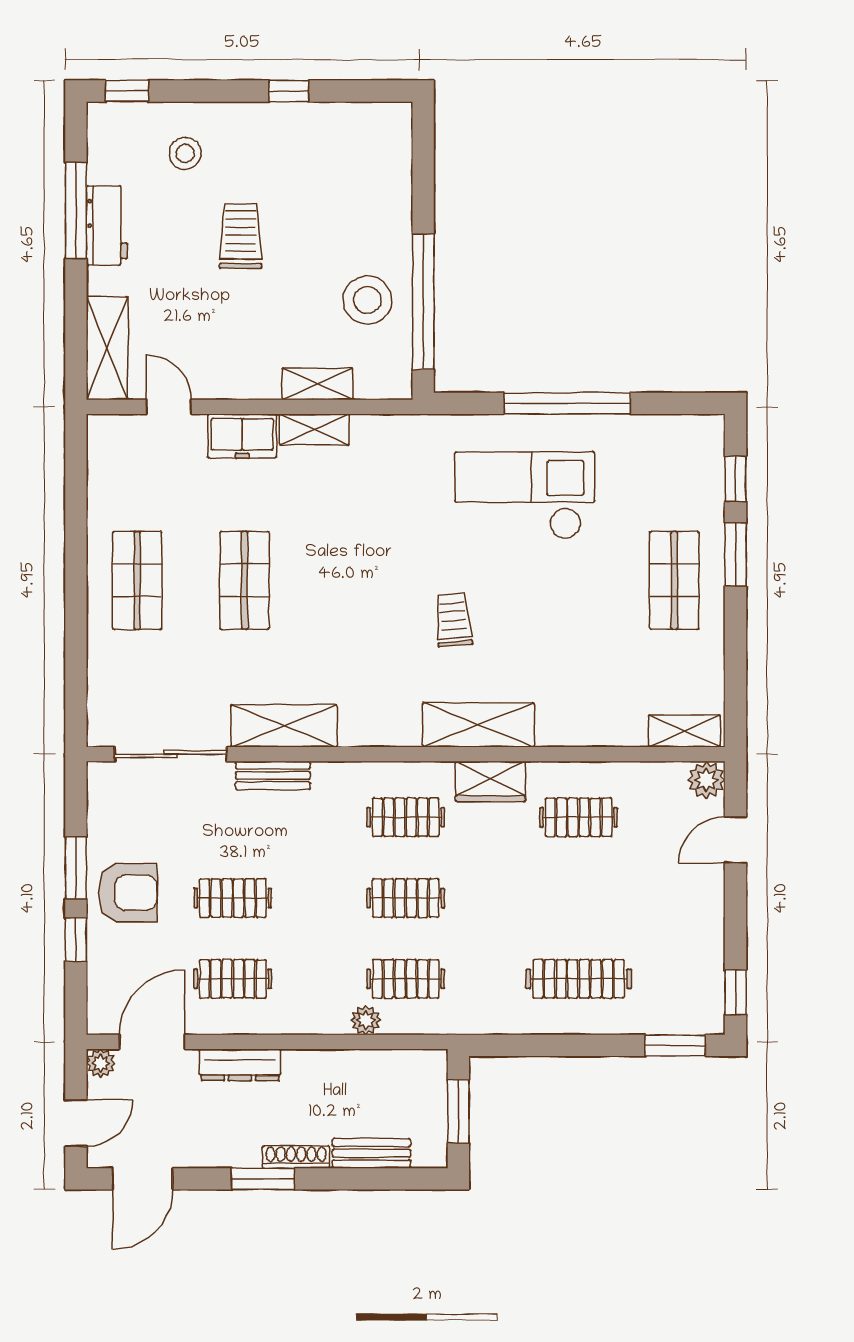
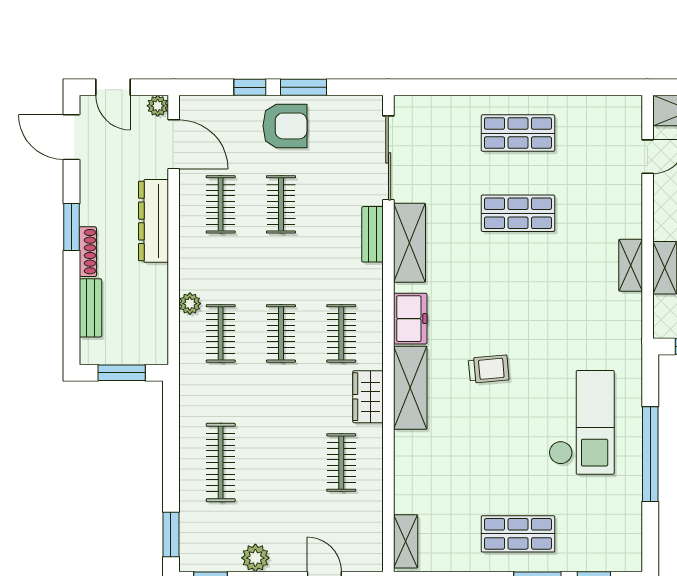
freezer: (242, 436) -> (410, 319), moved, turned 180
plant: (706, 780) -> (255, 558), moved
armchair: (128, 893) -> (285, 126), turned -90
dresser: (240, 1065) -> (154, 221), width x1.37, depth x1.24

